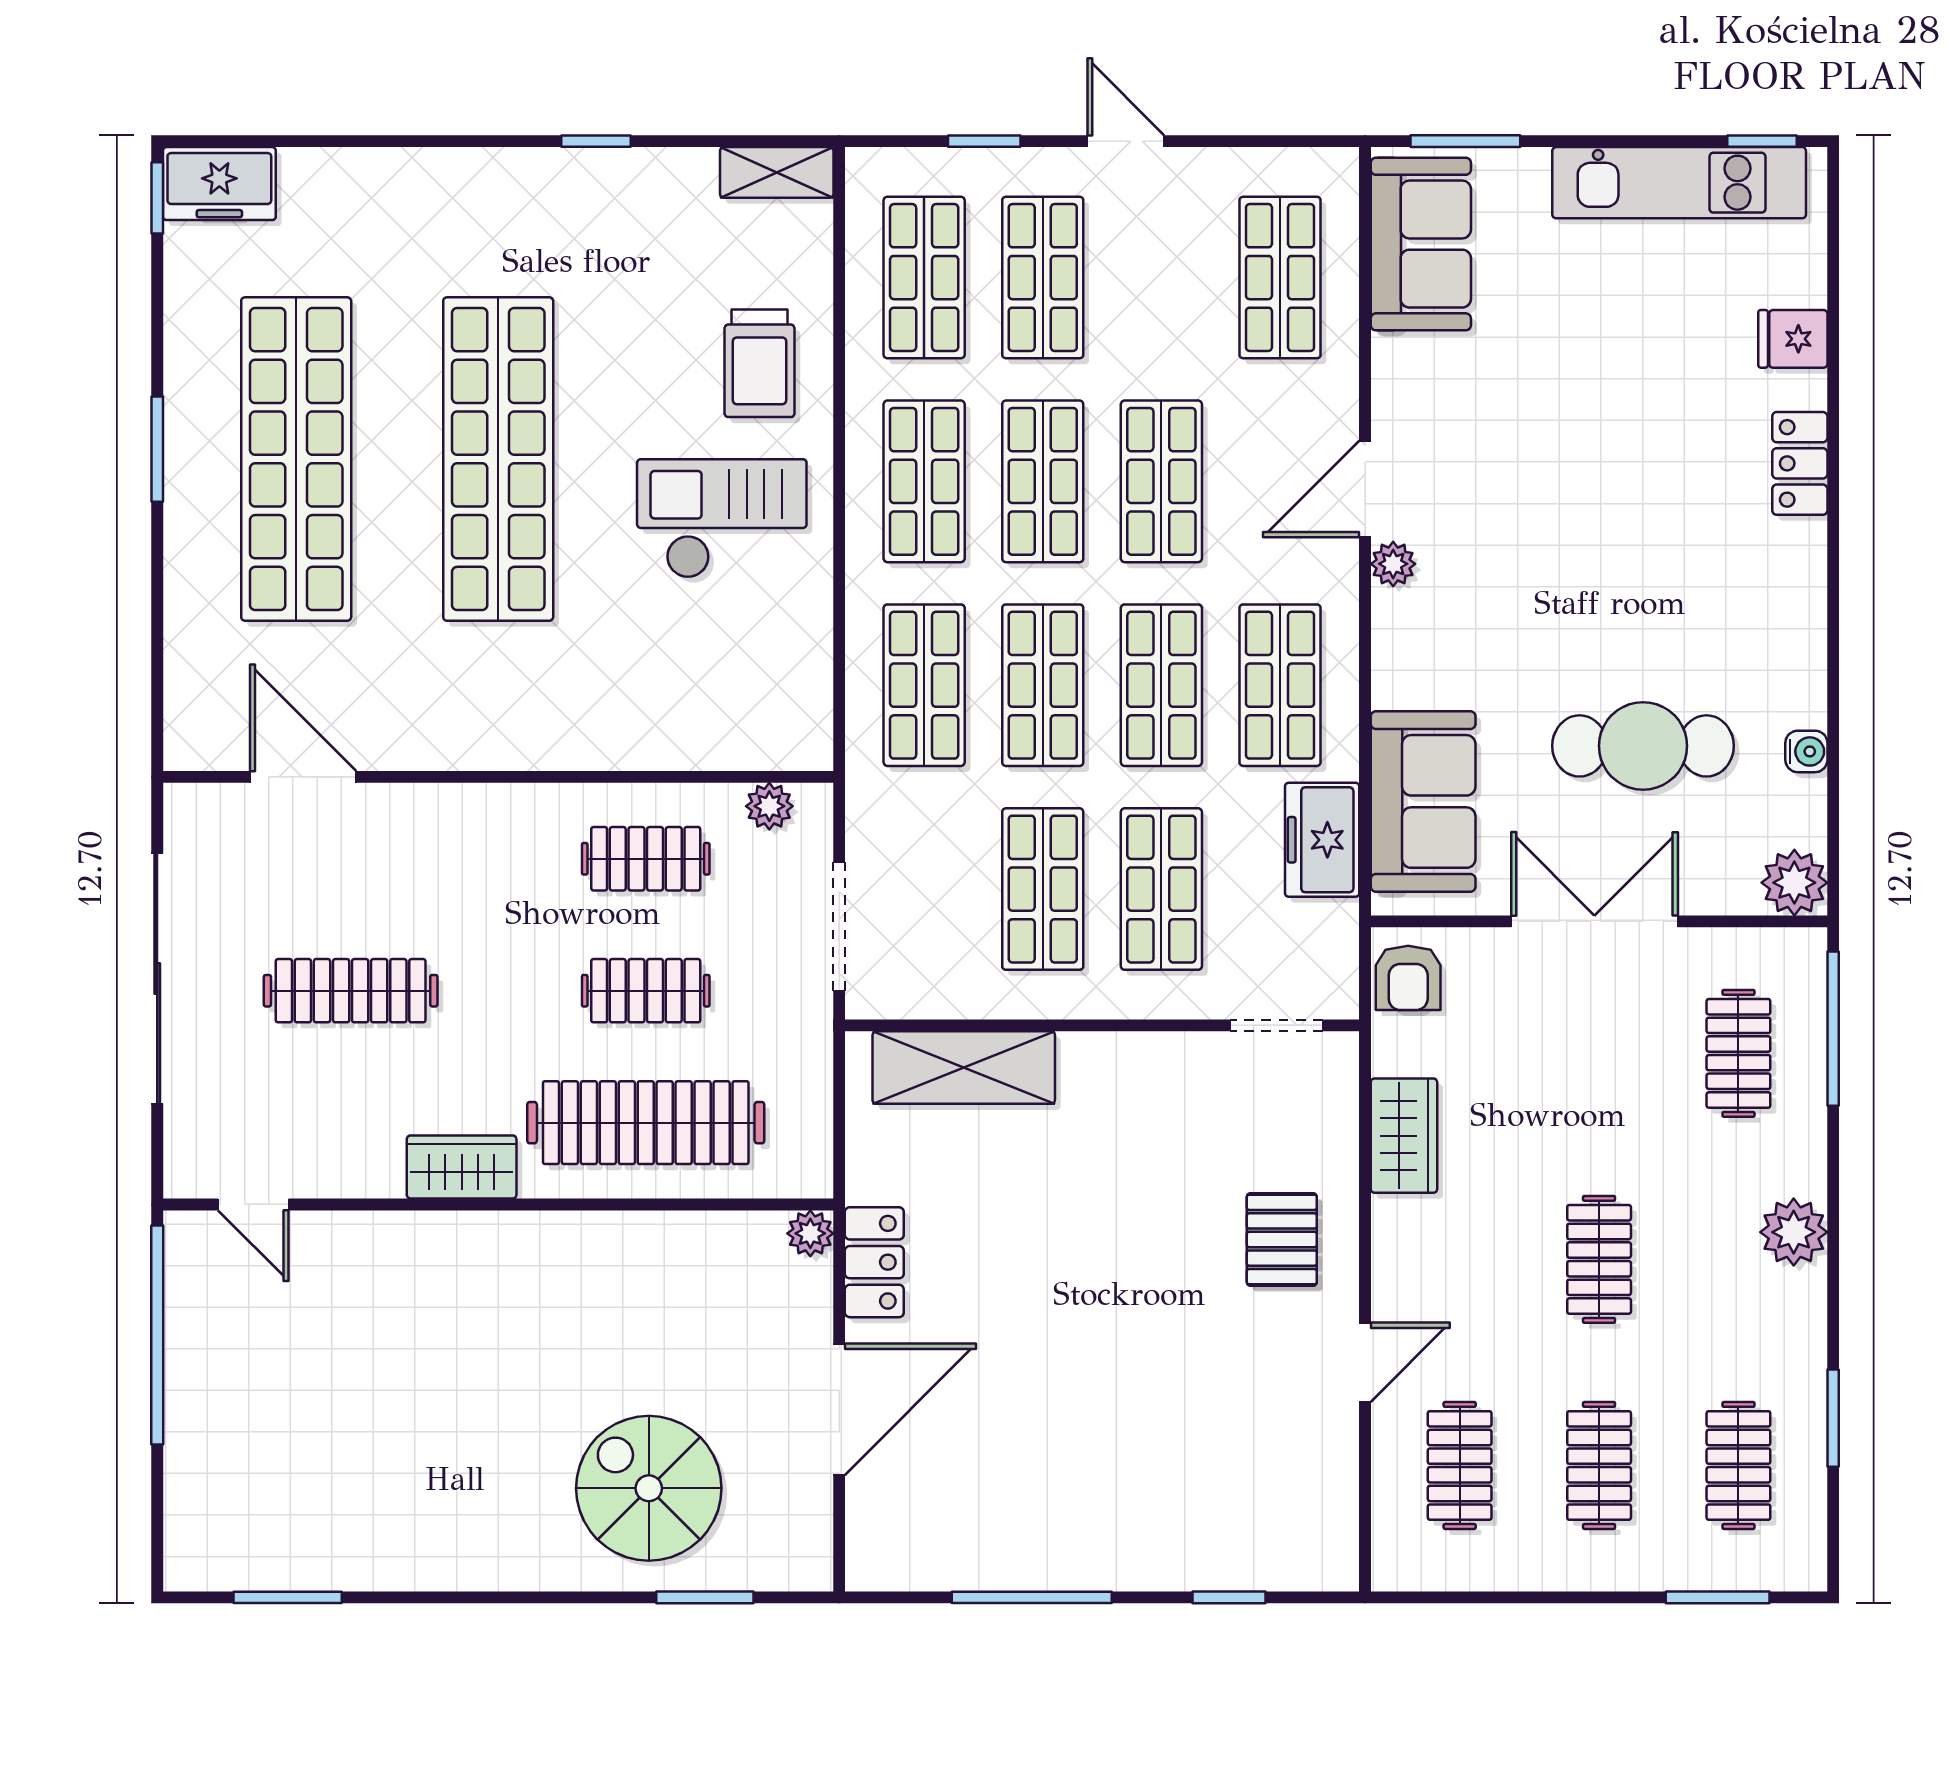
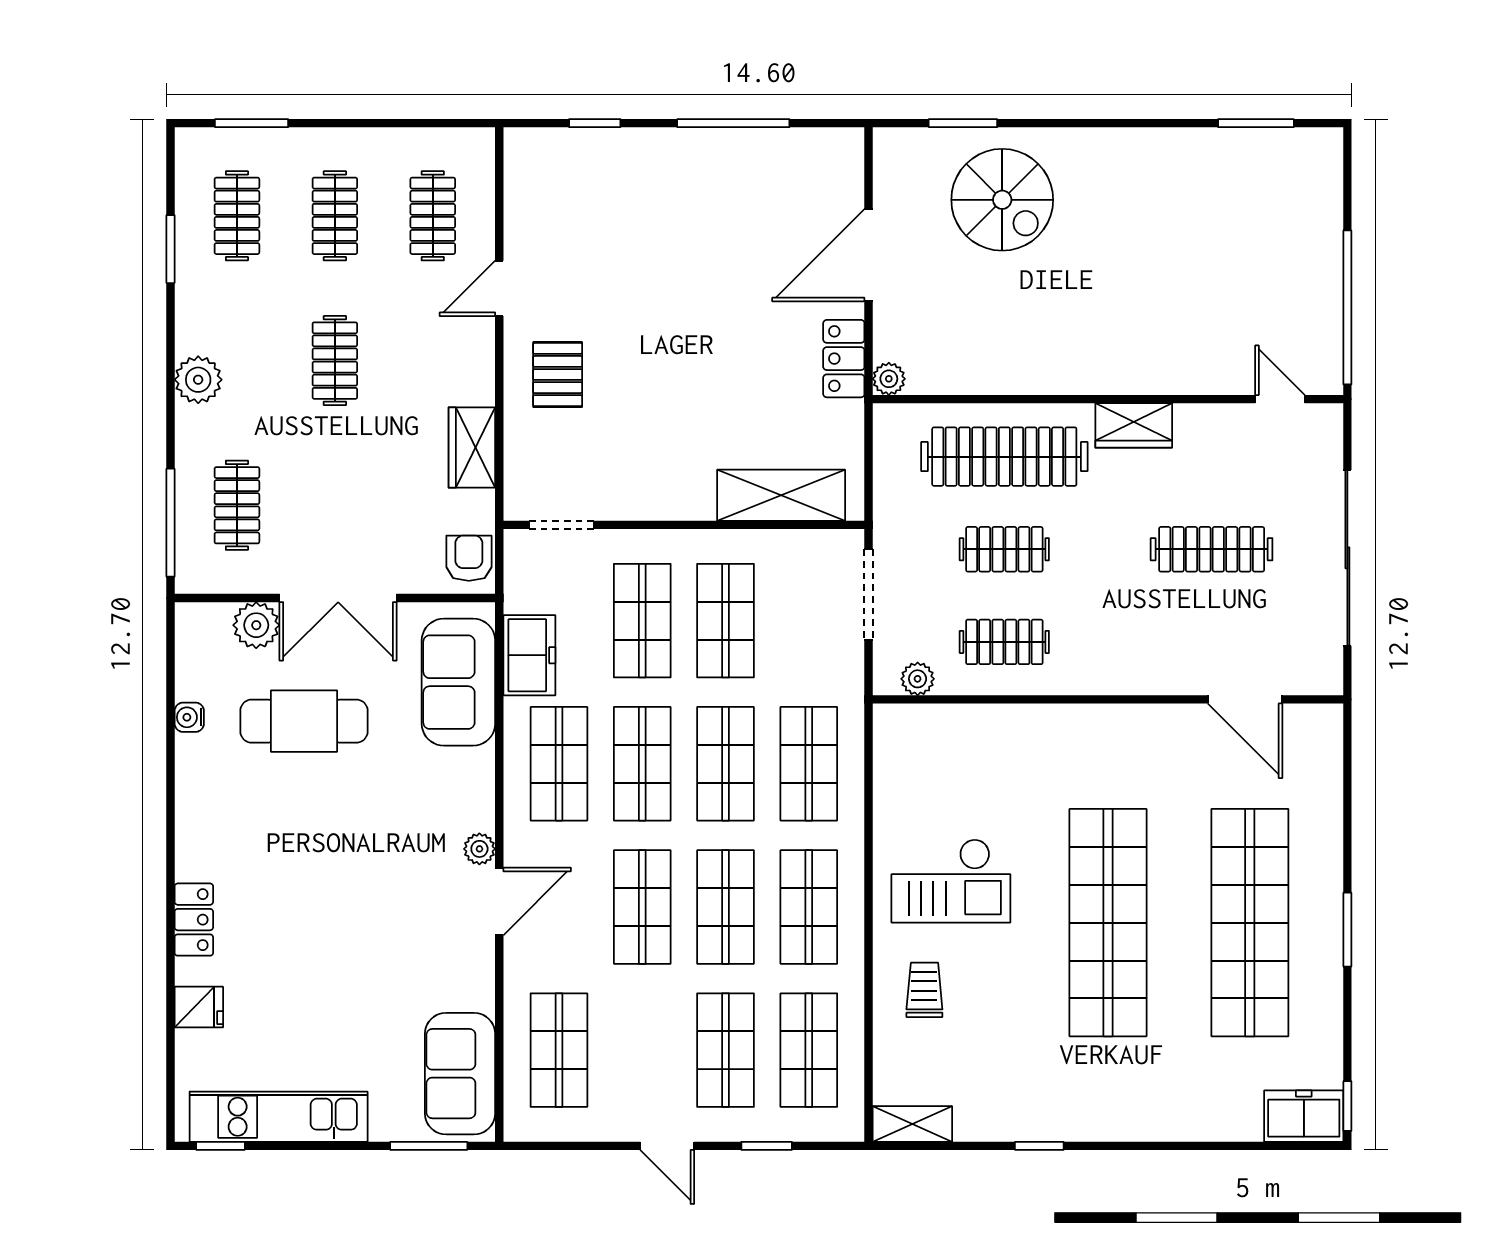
trolley: (760, 363) -> (924, 990), width x0.73, depth x0.72
plant: (1794, 883) -> (256, 625), moved

